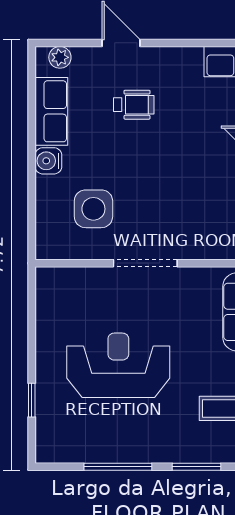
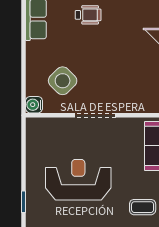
water cooler: (48, 161) -> (34, 105), moved
side table: (93, 209) -> (63, 81), turned 45

